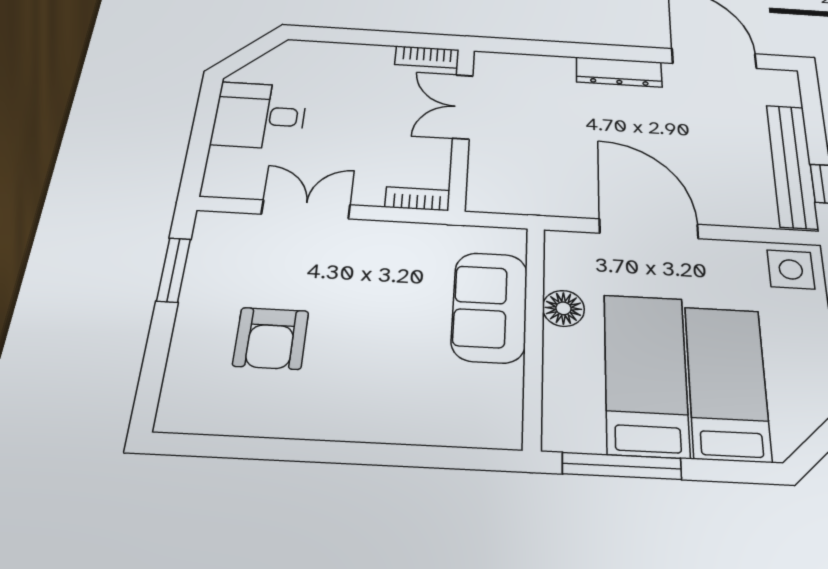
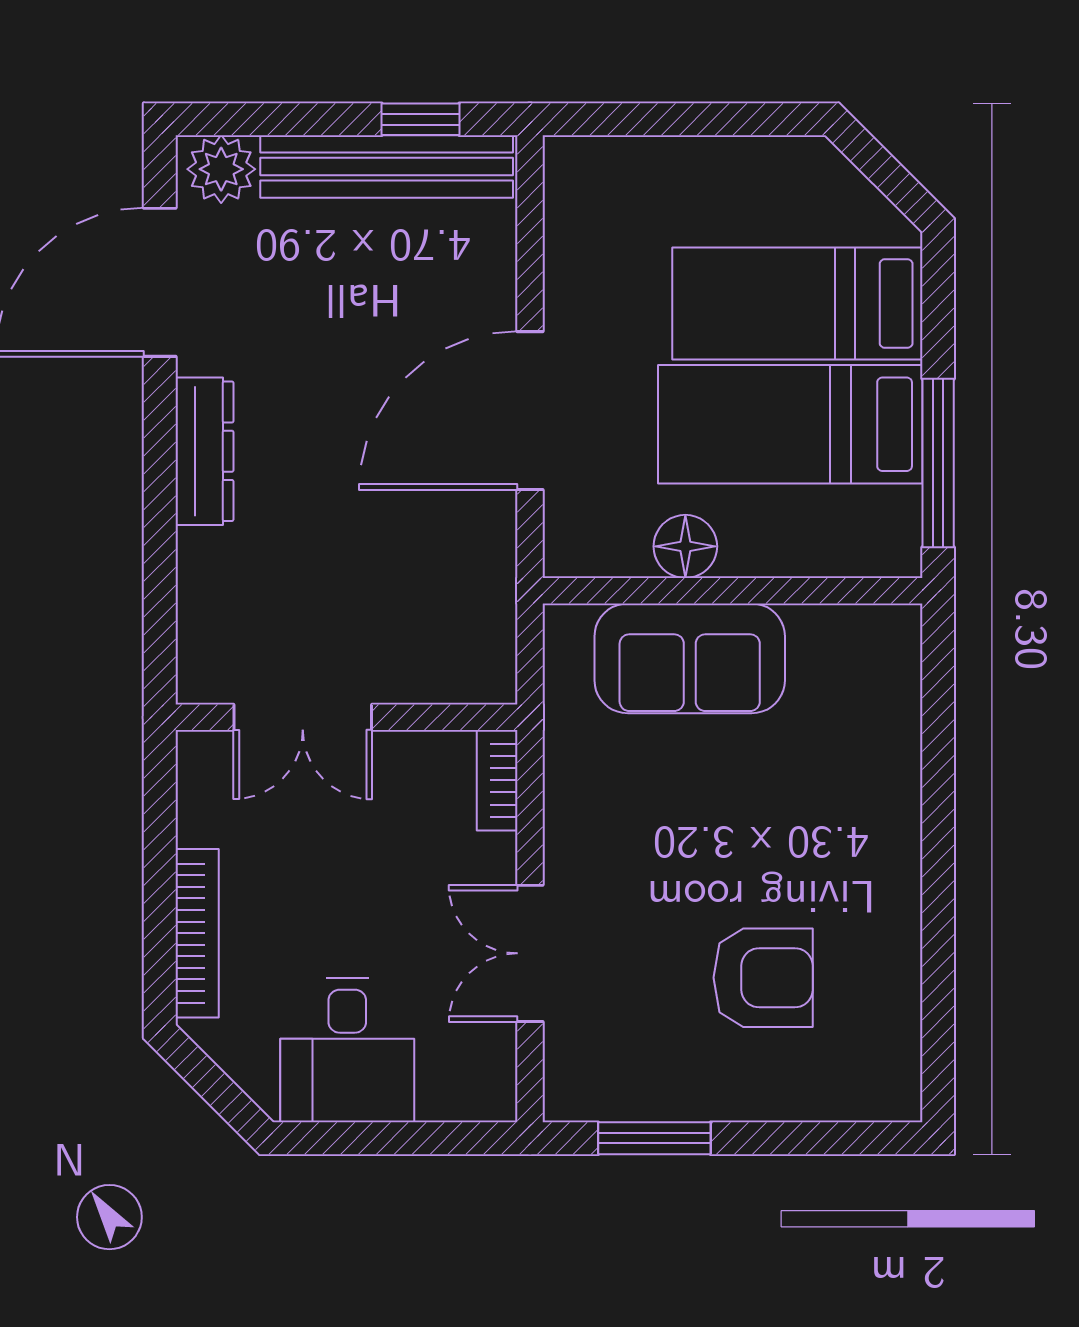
bookcase: (427, 57) -> (197, 933), moved, width x1.56
plant: (781, 89) -> (221, 169), added
side table: (791, 269) -> (592, 189), removed

